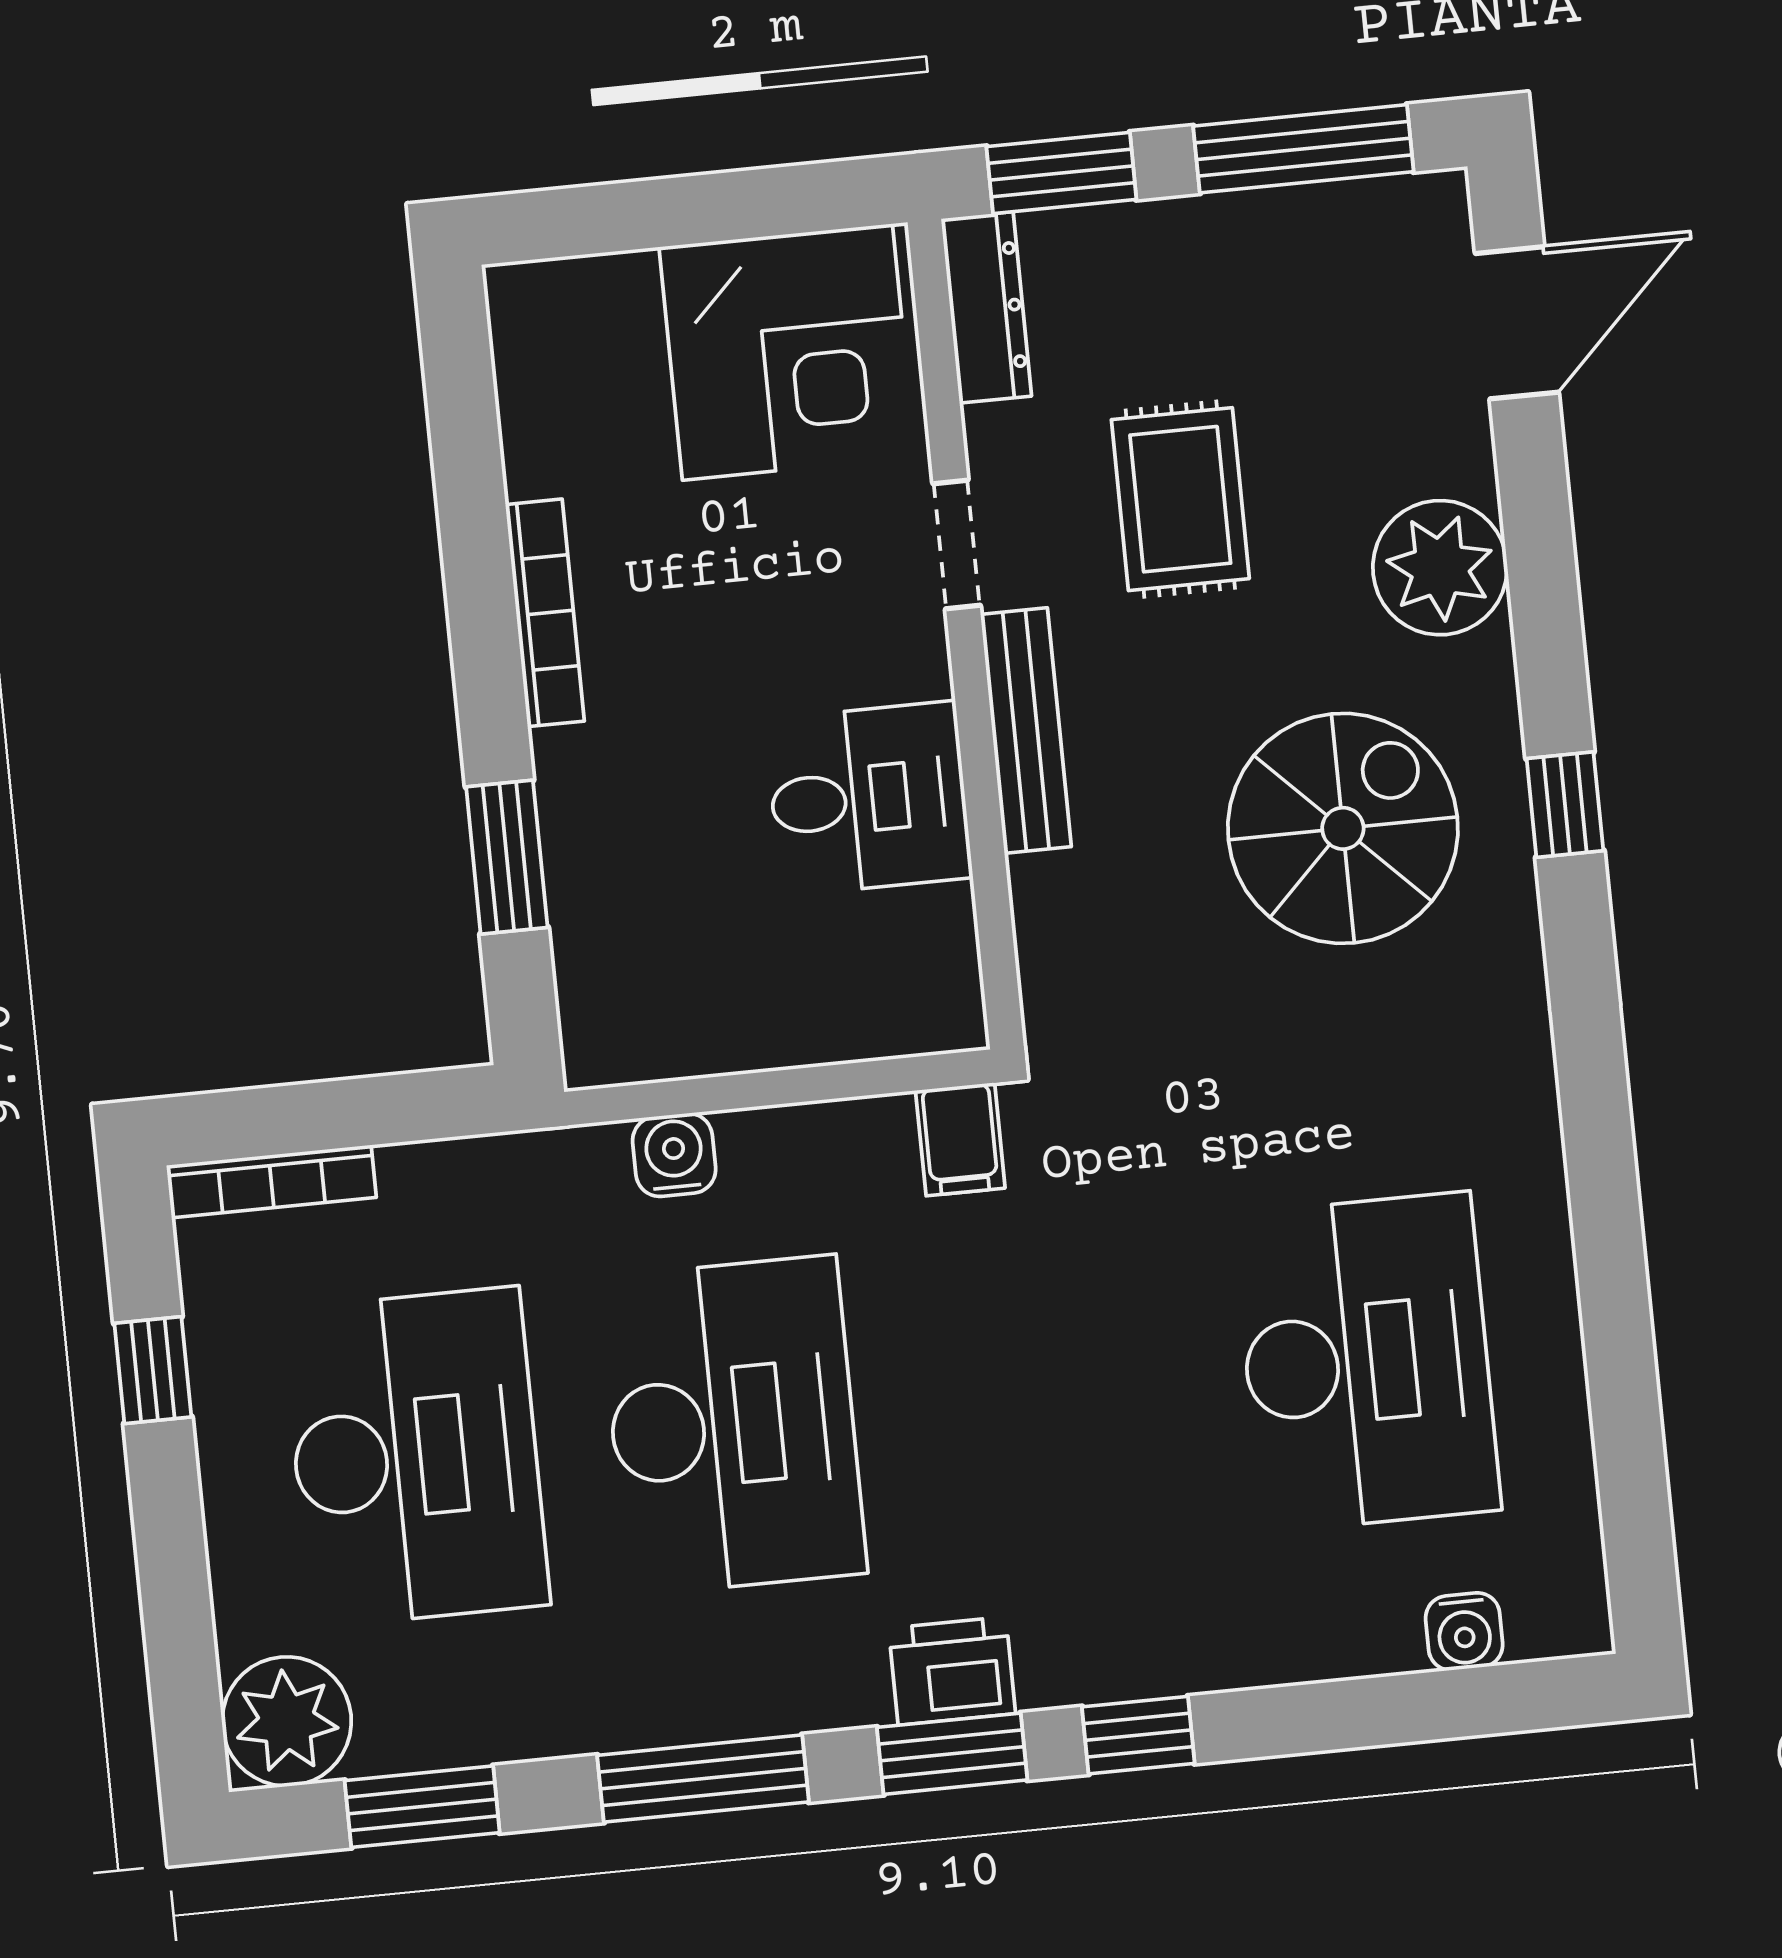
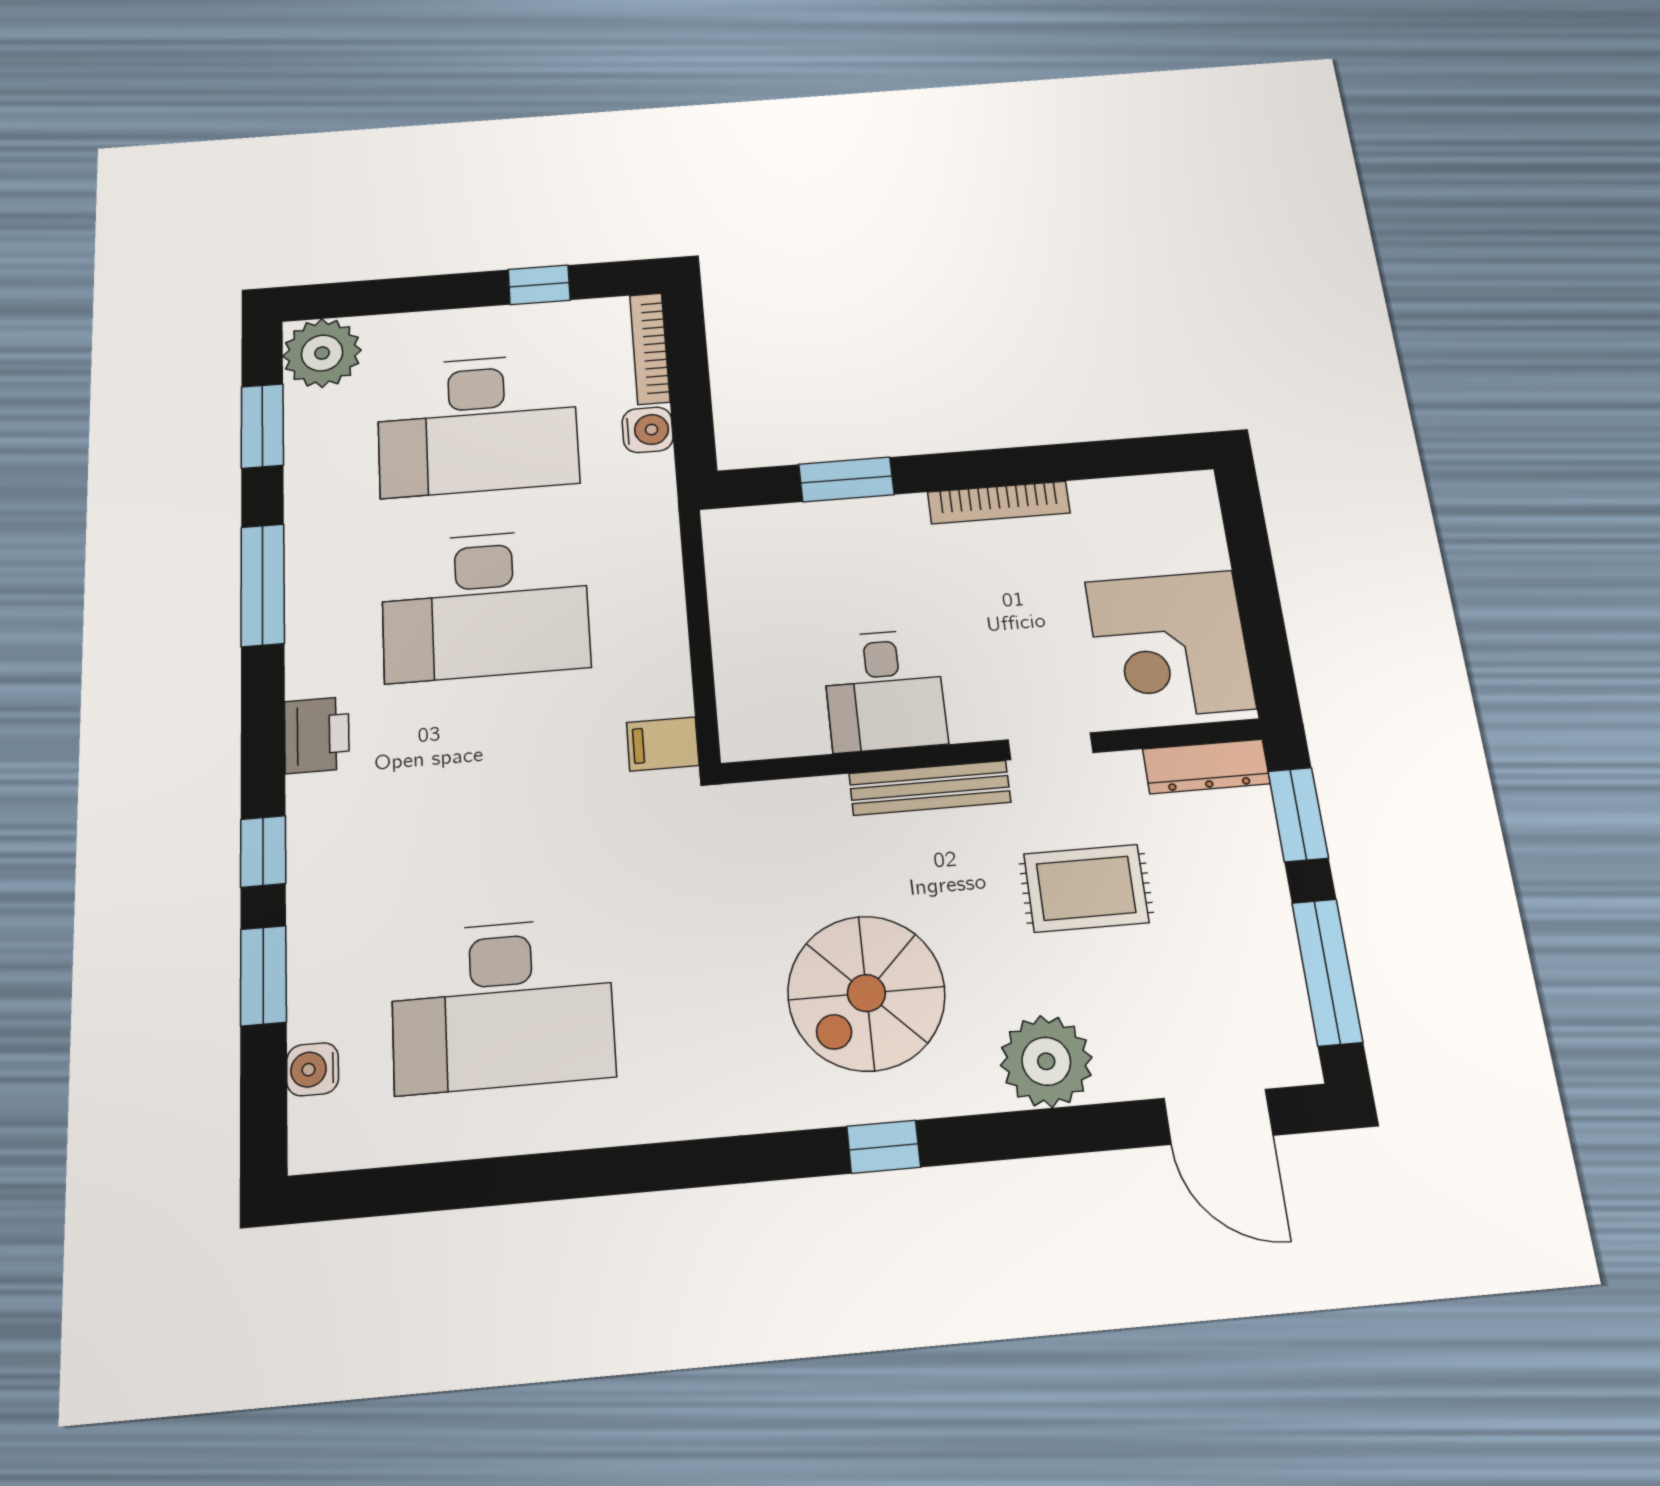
spiral stairs: (1343, 828) -> (866, 993), turned 90
water cooler: (674, 1155) -> (648, 430), moved
window: (952, 1754) -> (263, 976), moved

